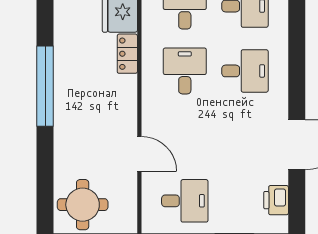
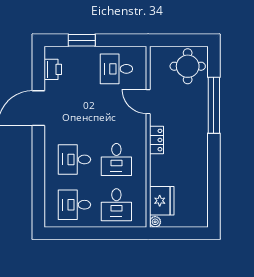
locker: (127, 54) -> (156, 140), moved
window: (45, 86) -> (214, 105), moved

